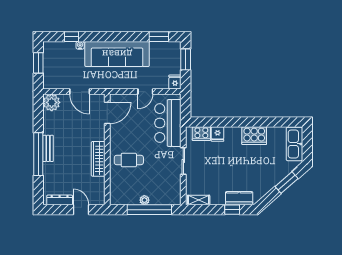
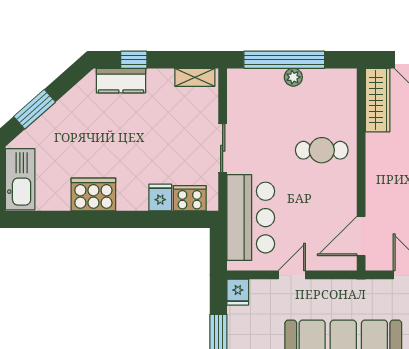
wardrobe: (98, 159) -> (378, 100), moved

